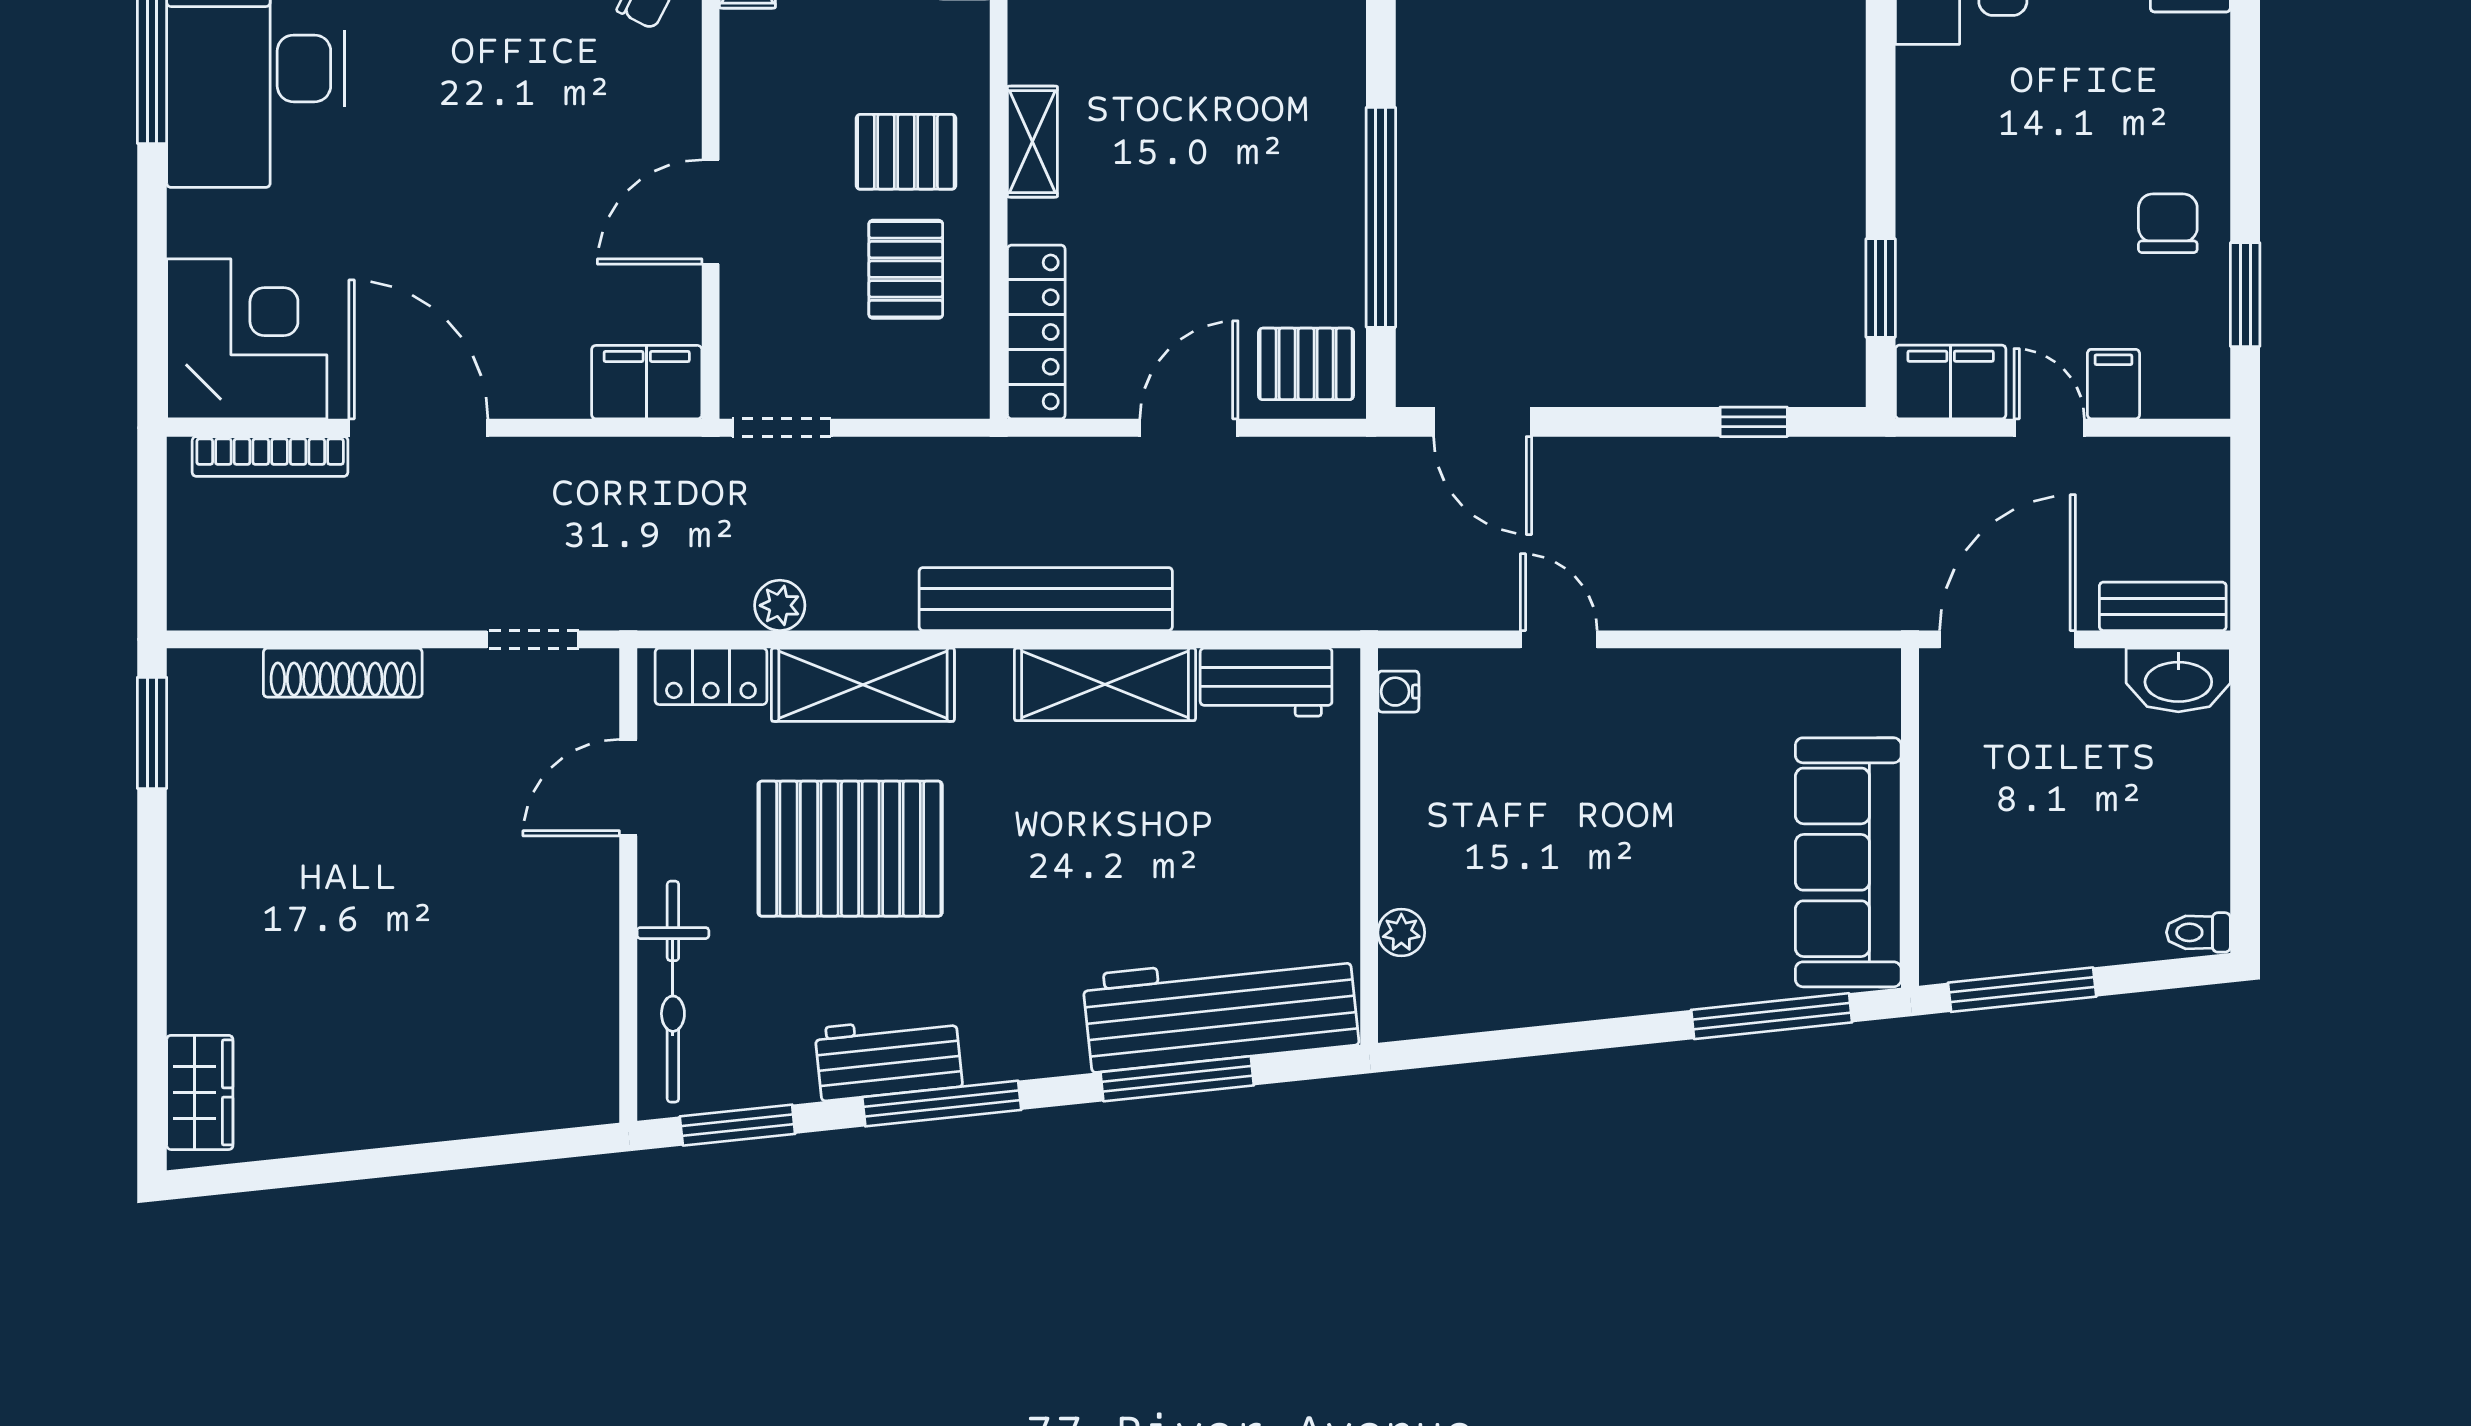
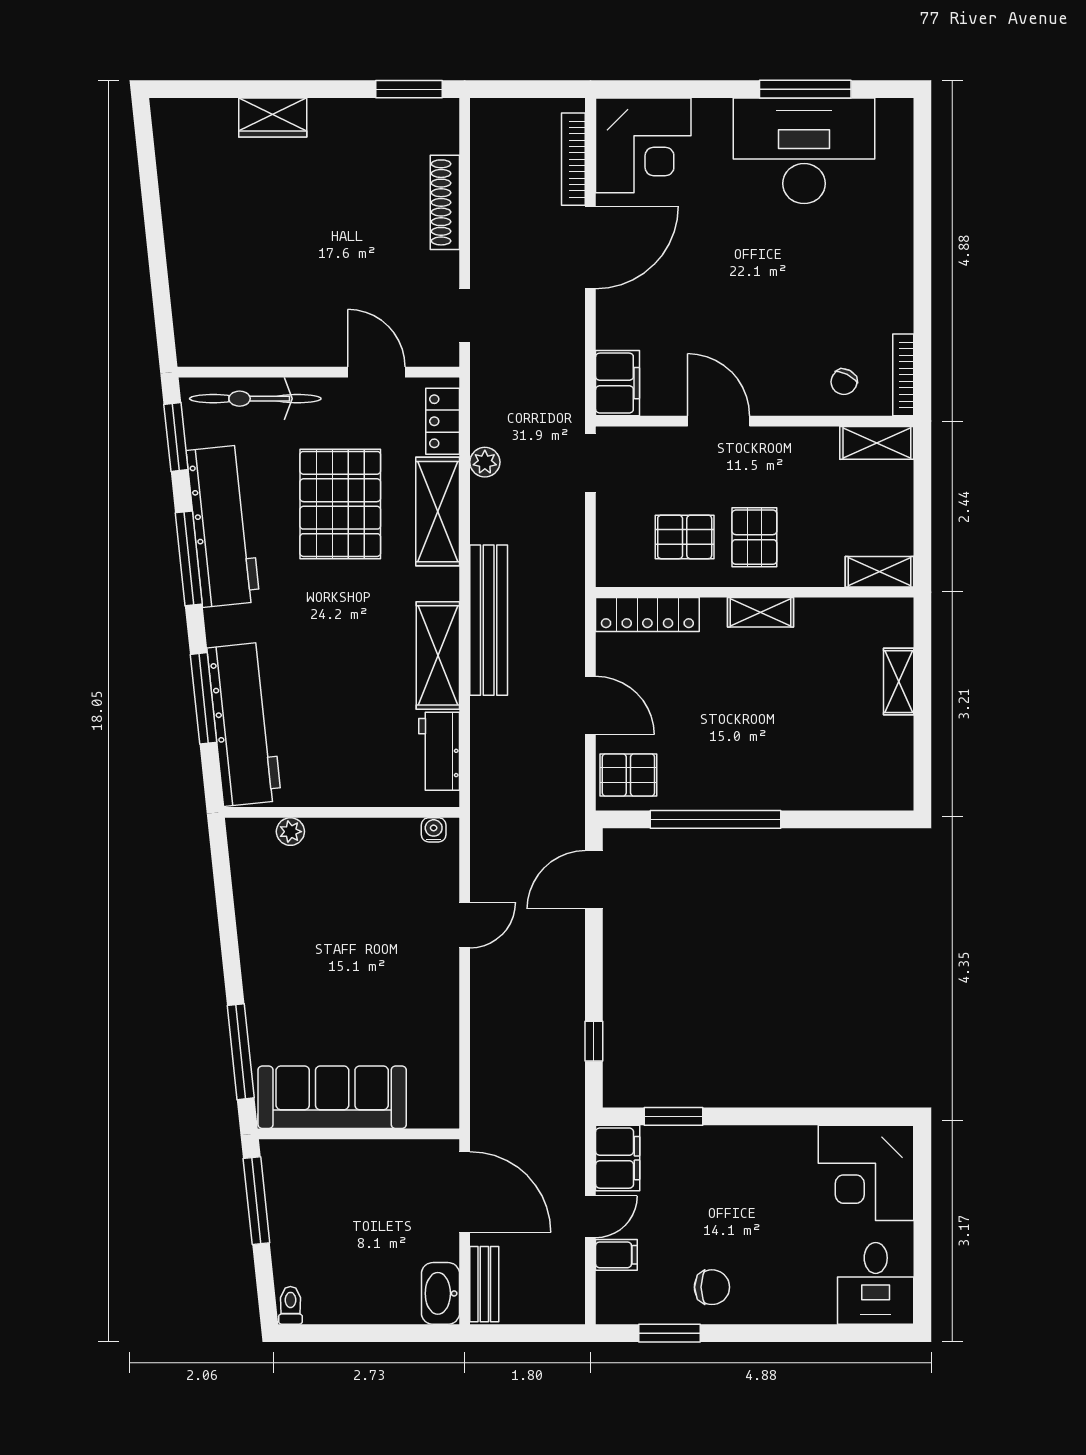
pallet: (1306, 364) -> (628, 775), turned 90
workbench: (889, 1058) -> (223, 526), width x1.88, depth x1.32
wardrobe: (200, 1092) -> (273, 117), moved

